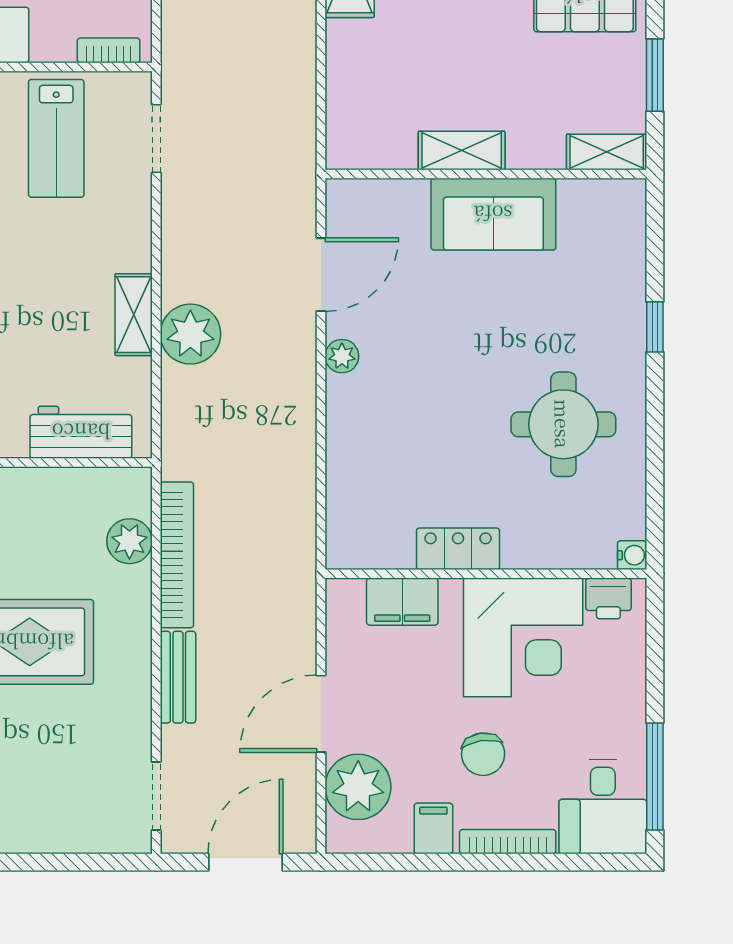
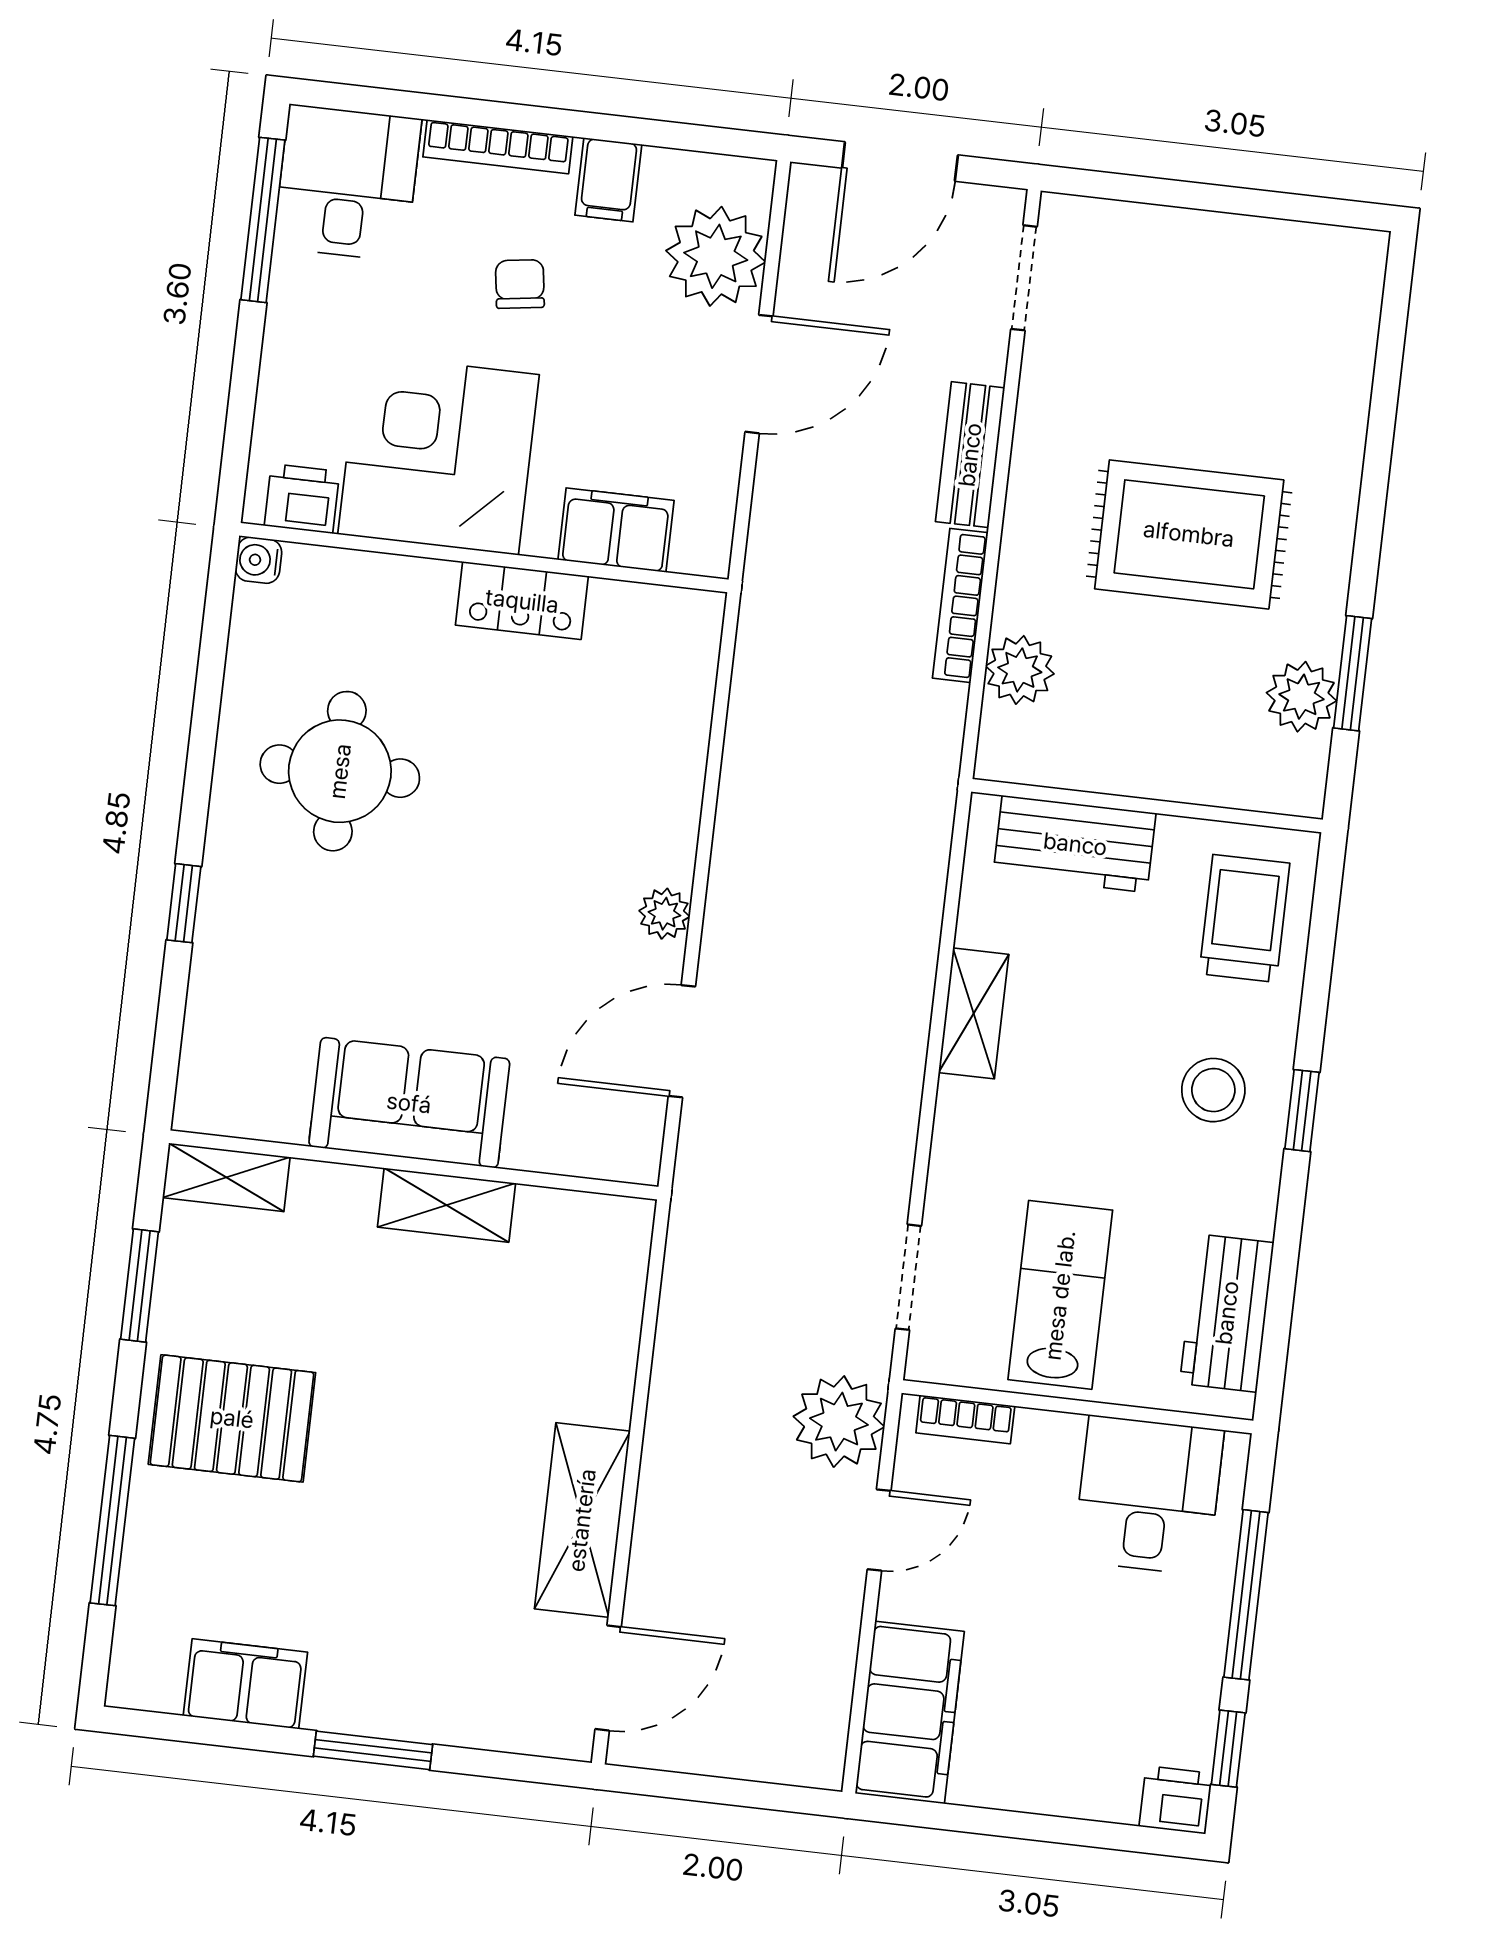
plant: (190, 334) -> (839, 1422), moved
bookcase: (177, 555) -> (960, 605), width x0.68, depth x0.76
chair: (483, 754) -> (520, 284), width x0.73, depth x0.73

